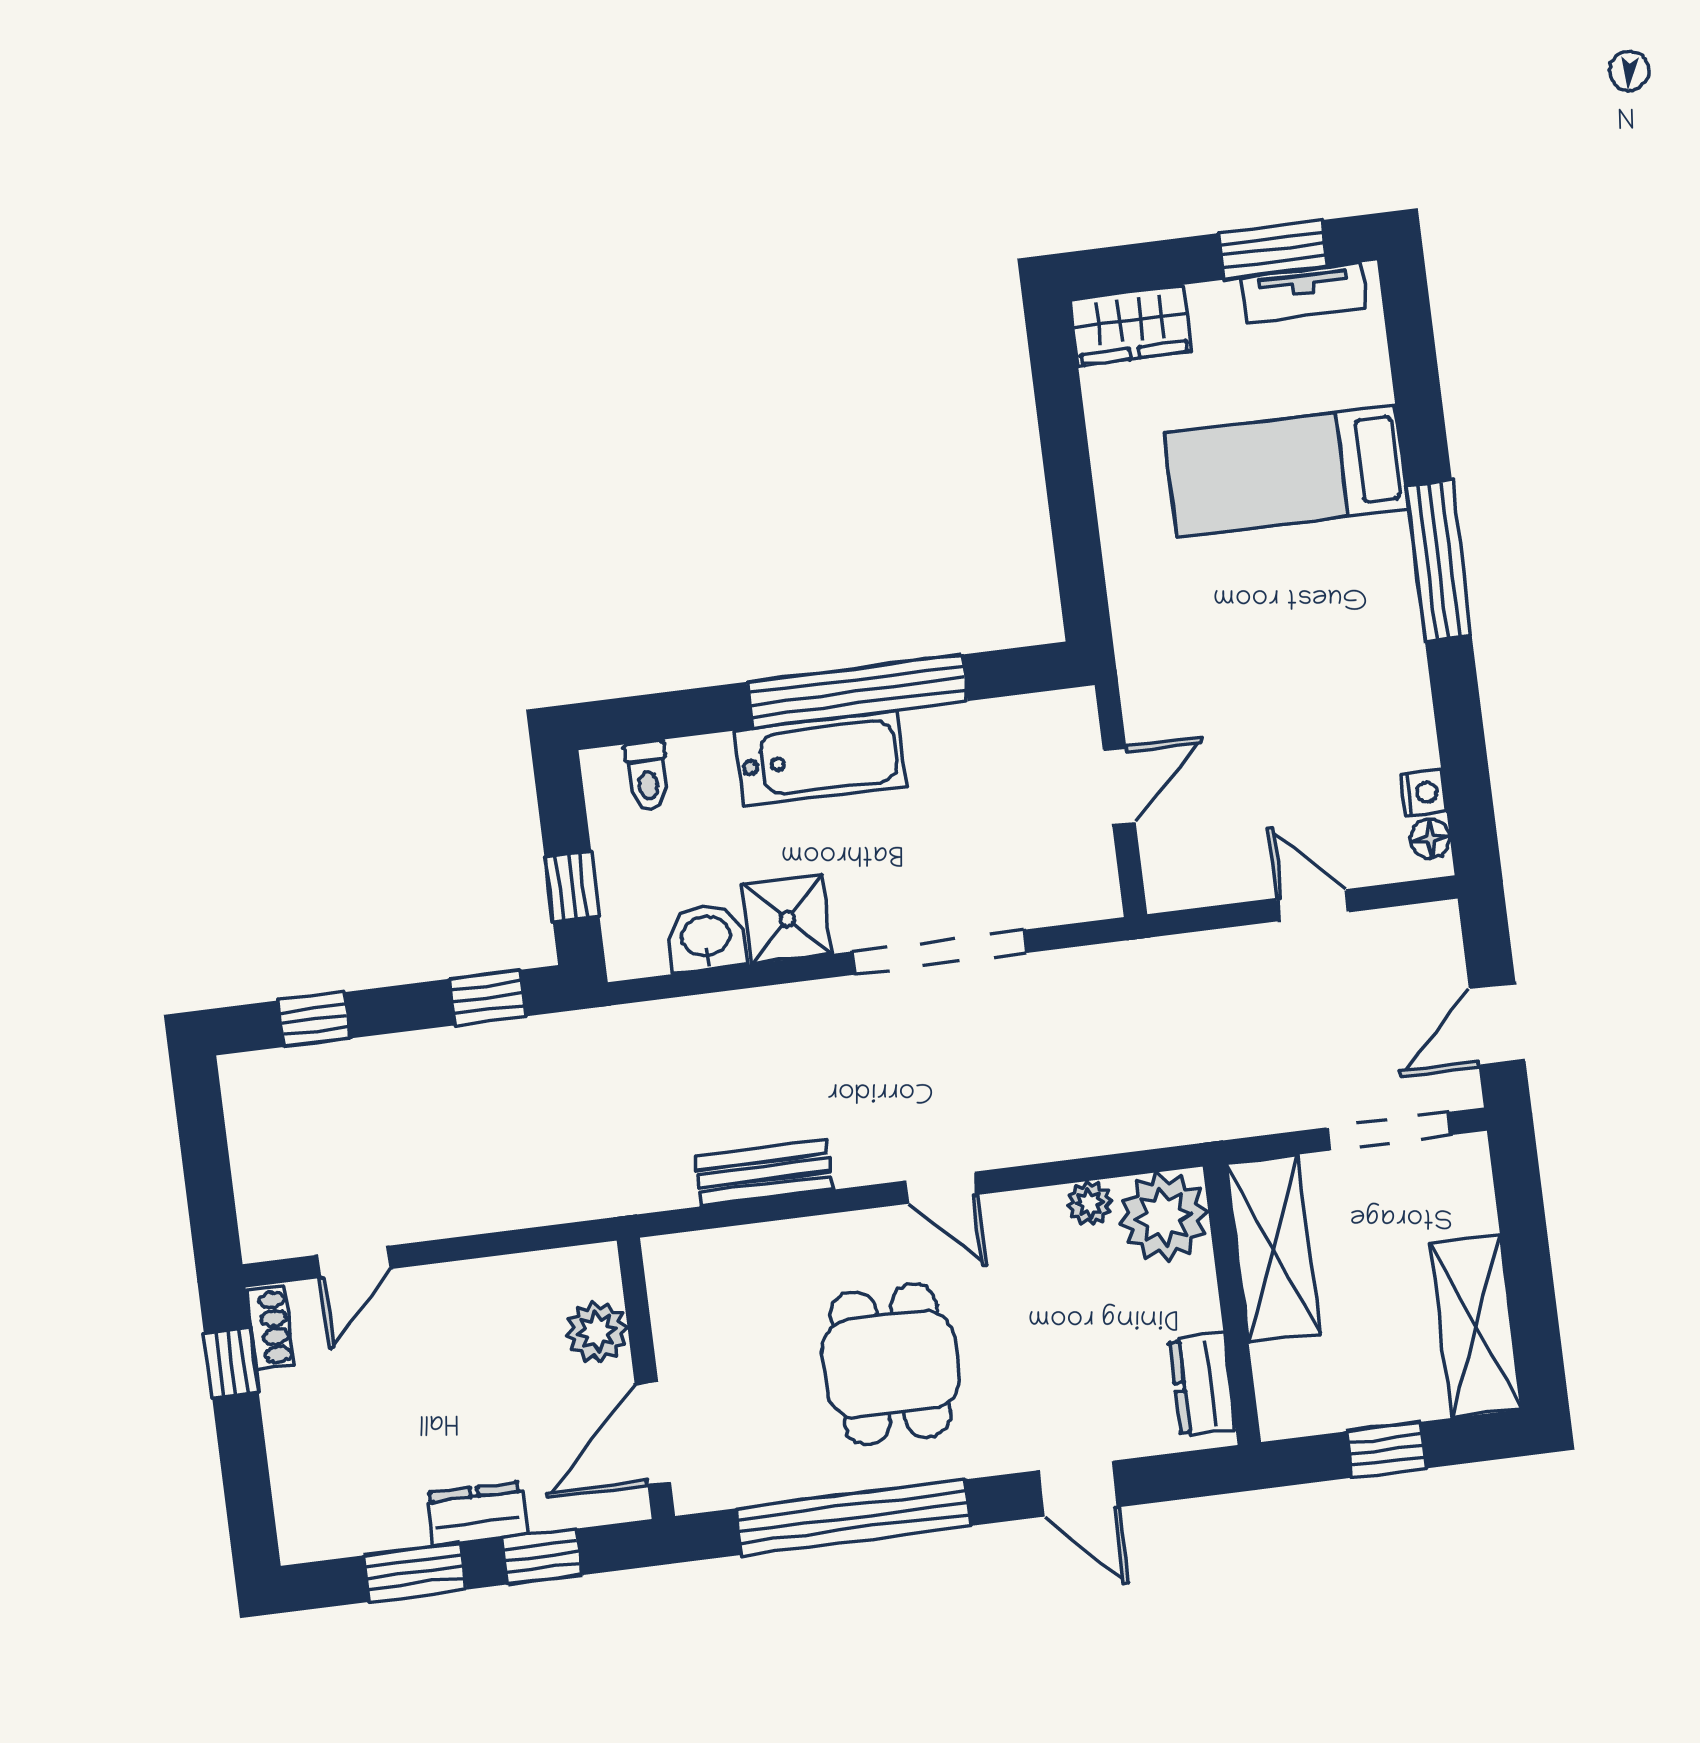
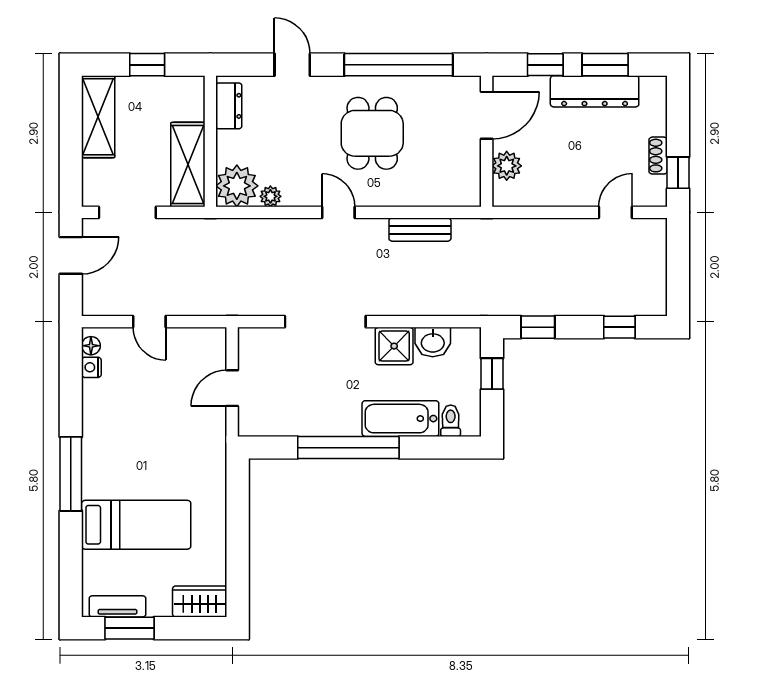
bathtub: (820, 759) -> (400, 419), moved
shoe rack: (270, 1328) -> (658, 156), moved
dresser: (477, 1514) -> (595, 91), width x1.96, depth x1.24

